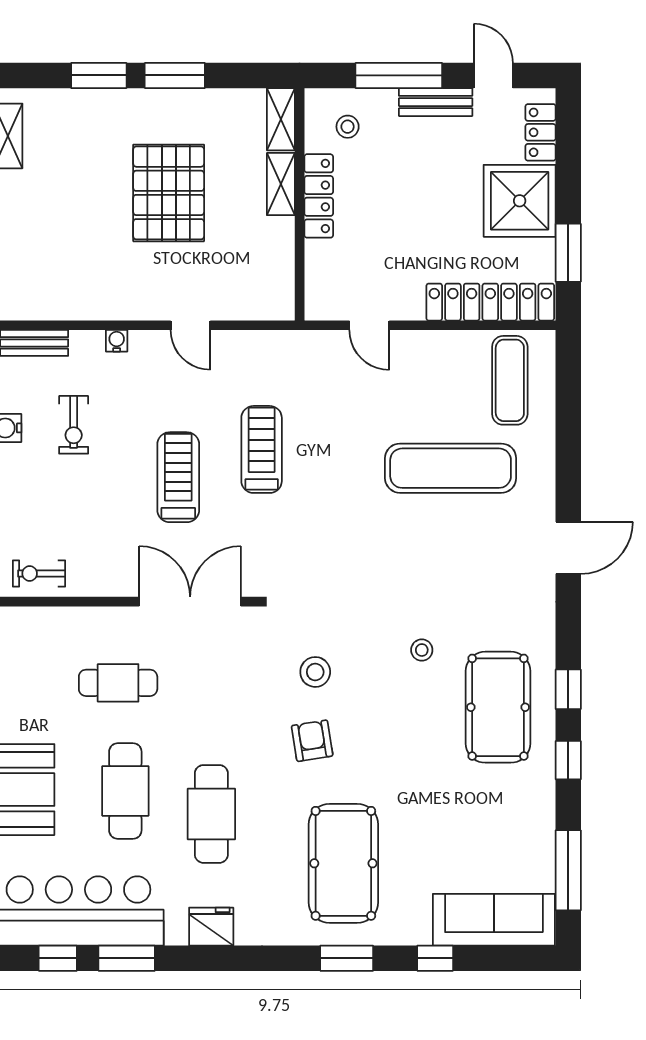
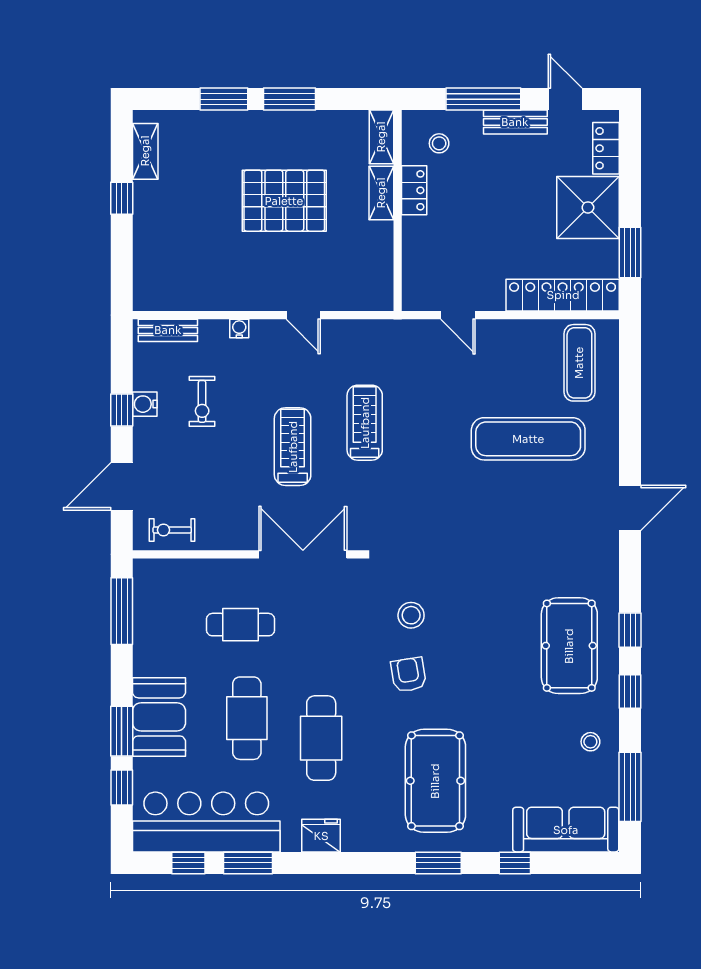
pallet: (169, 193) -> (284, 201), turned 90
locker: (319, 196) -> (414, 190), width x0.66
stool: (422, 650) -> (590, 742), moved

